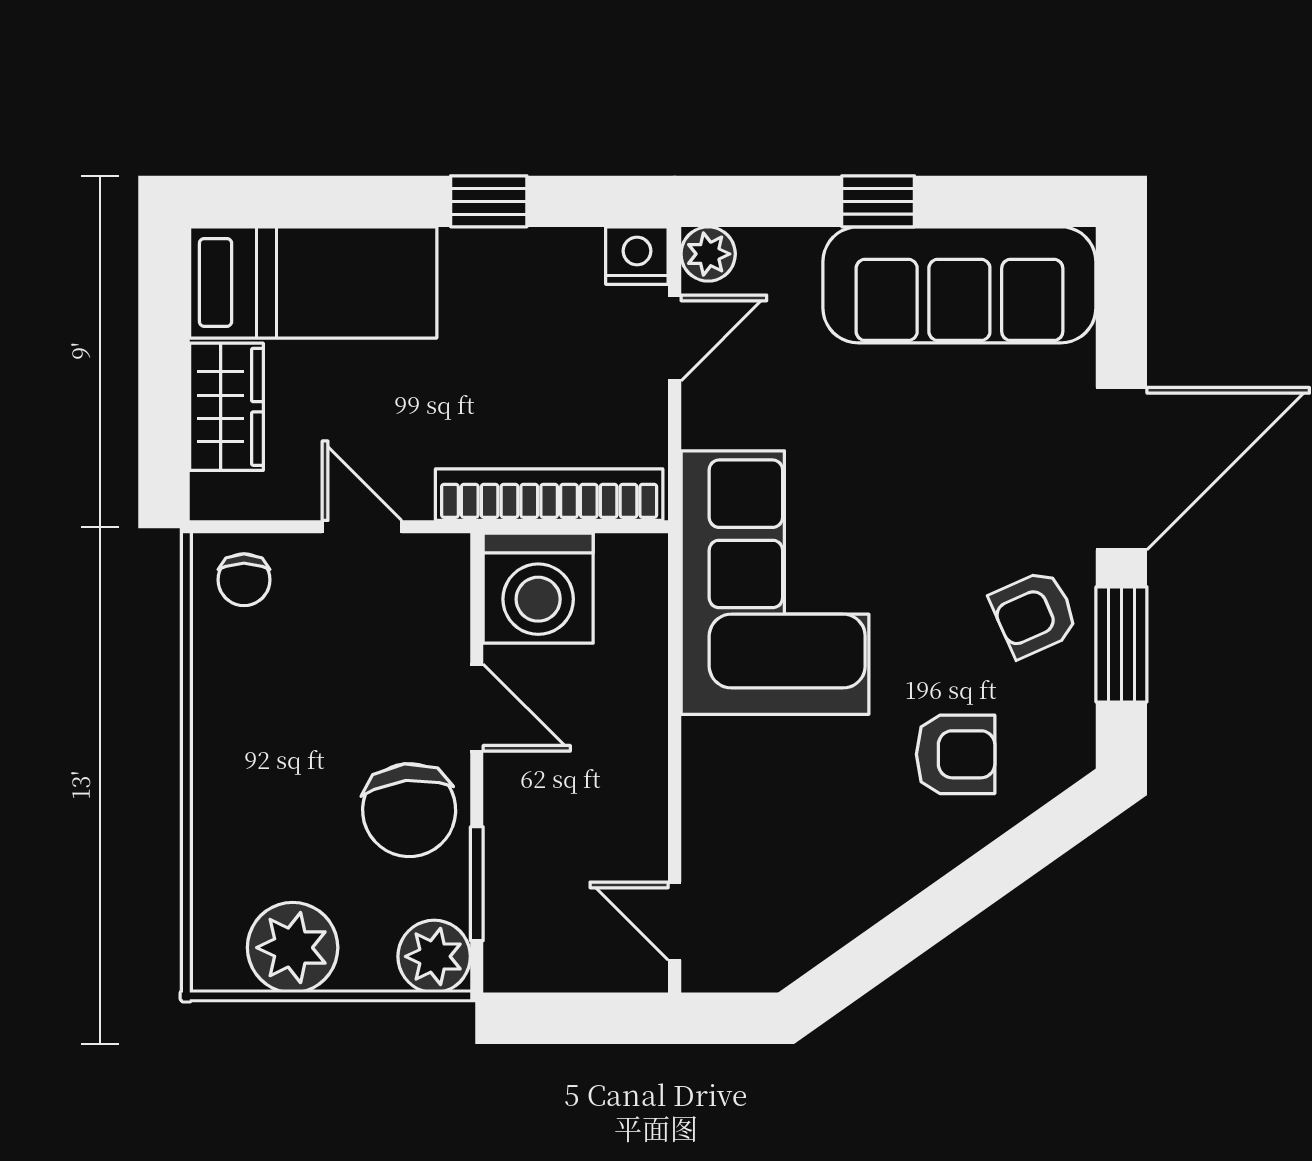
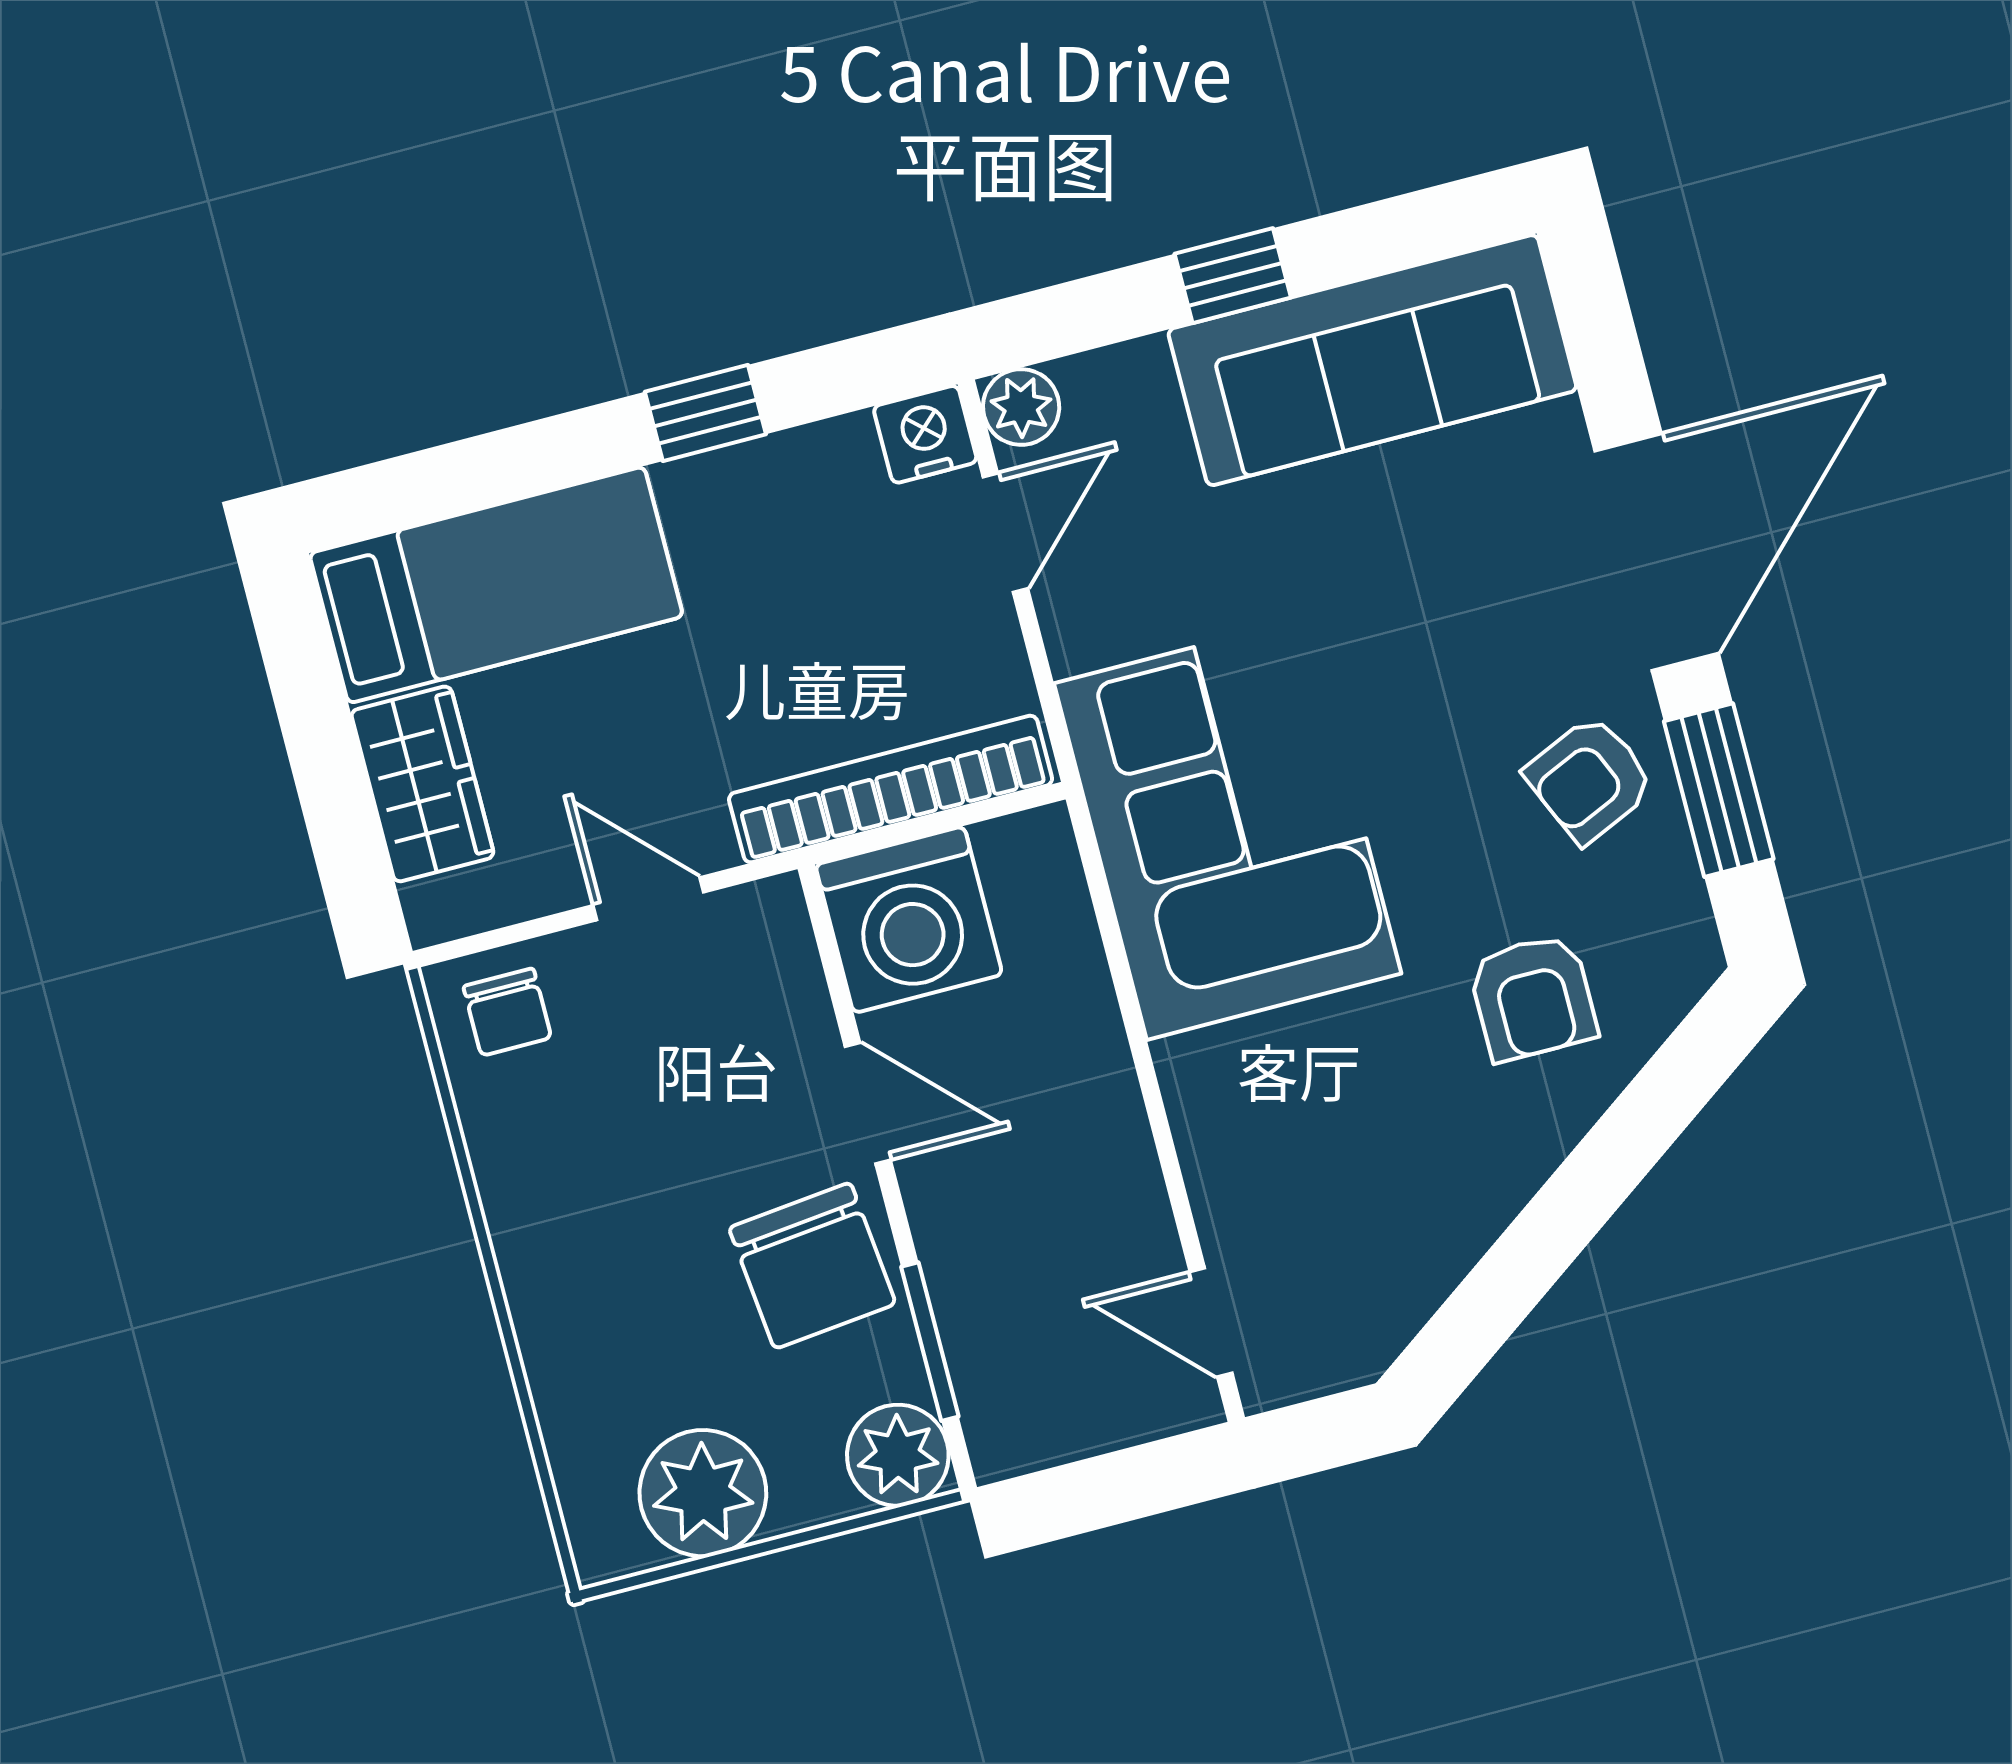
armchair: (956, 754) -> (1533, 997), turned 90

